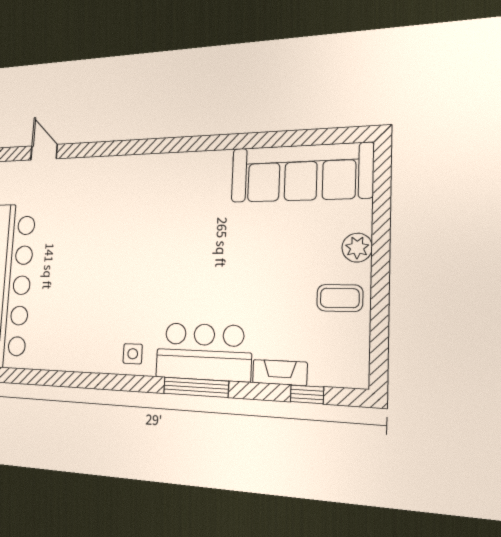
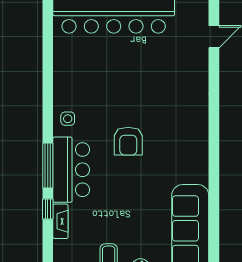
armchair: (168, 266) -> (128, 141), added
window: (307, 394) -> (48, 209), moved

